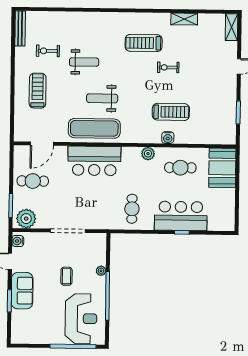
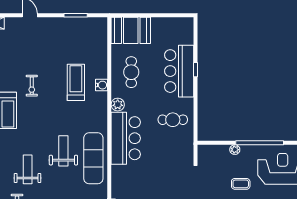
weight bench: (102, 98) -> (63, 151), turned 180
bar counter: (94, 161) -> (126, 138), moved

